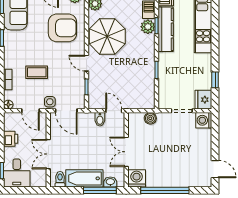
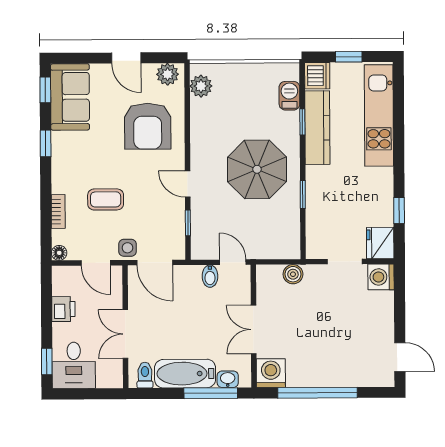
plant: (148, 27) -> (288, 124), removed
armchair: (62, 28) -> (148, 126), turned 90
parasol: (107, 36) -> (257, 169), moved

